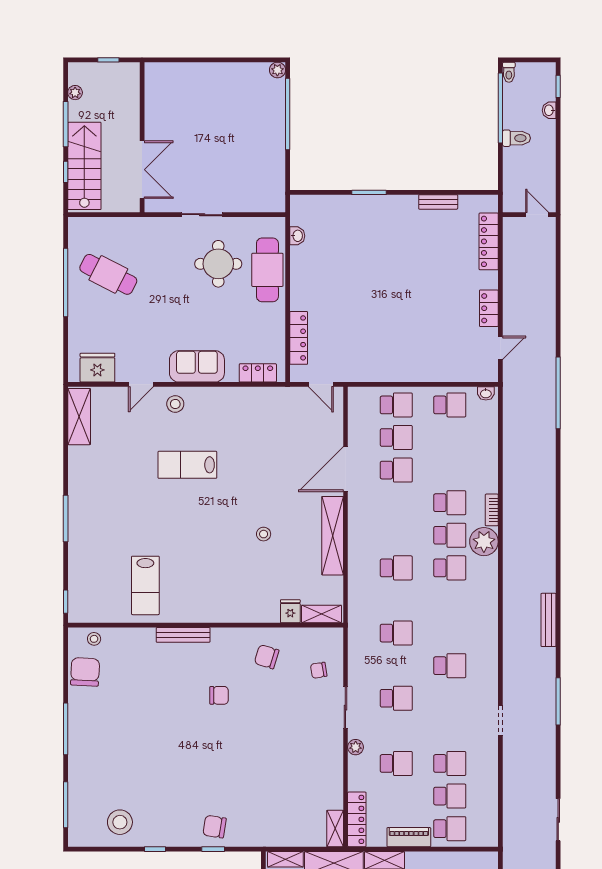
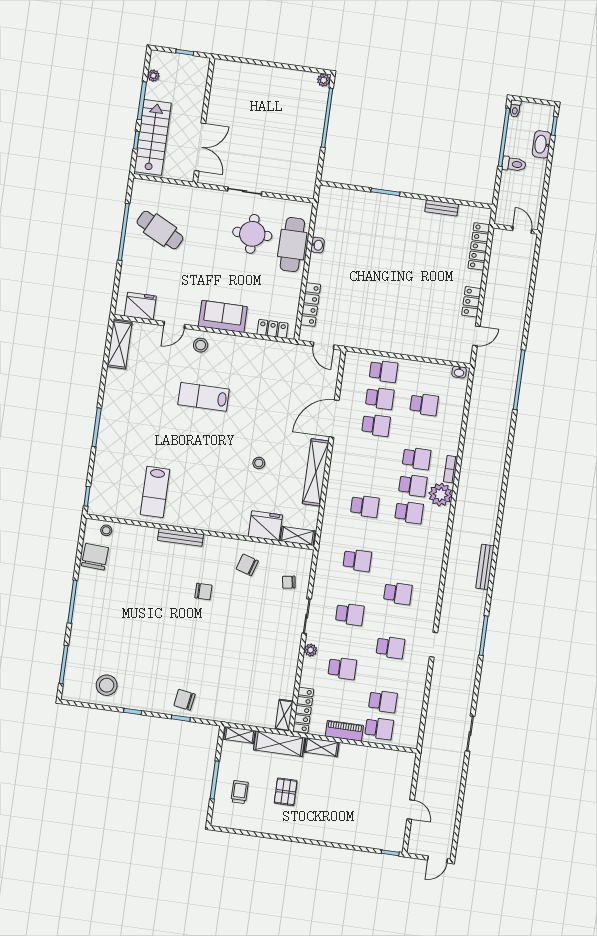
washbasin: (549, 110) -> (542, 144), width x1.91, depth x1.45
washbasin: (297, 236) -> (317, 245), moved
school desk: (450, 405) -> (424, 404), moved
fridge: (290, 611) -> (265, 526), width x1.88, depth x1.34
school desk: (450, 763) -> (390, 647), moved

